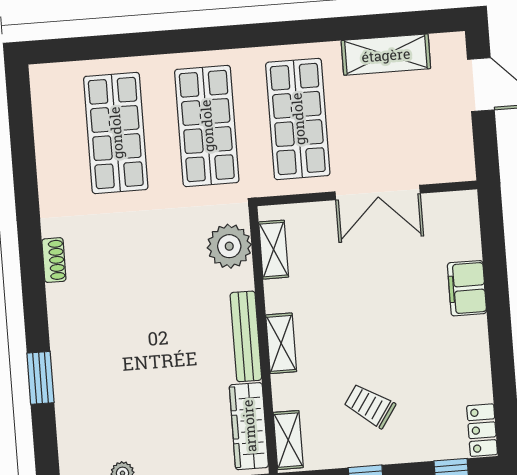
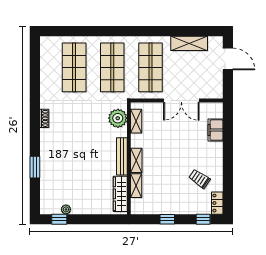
filing cabinet: (467, 288) -> (216, 130), moved
trolley: (370, 406) -> (199, 179), moved
shelving: (288, 440) -> (136, 186), moved

